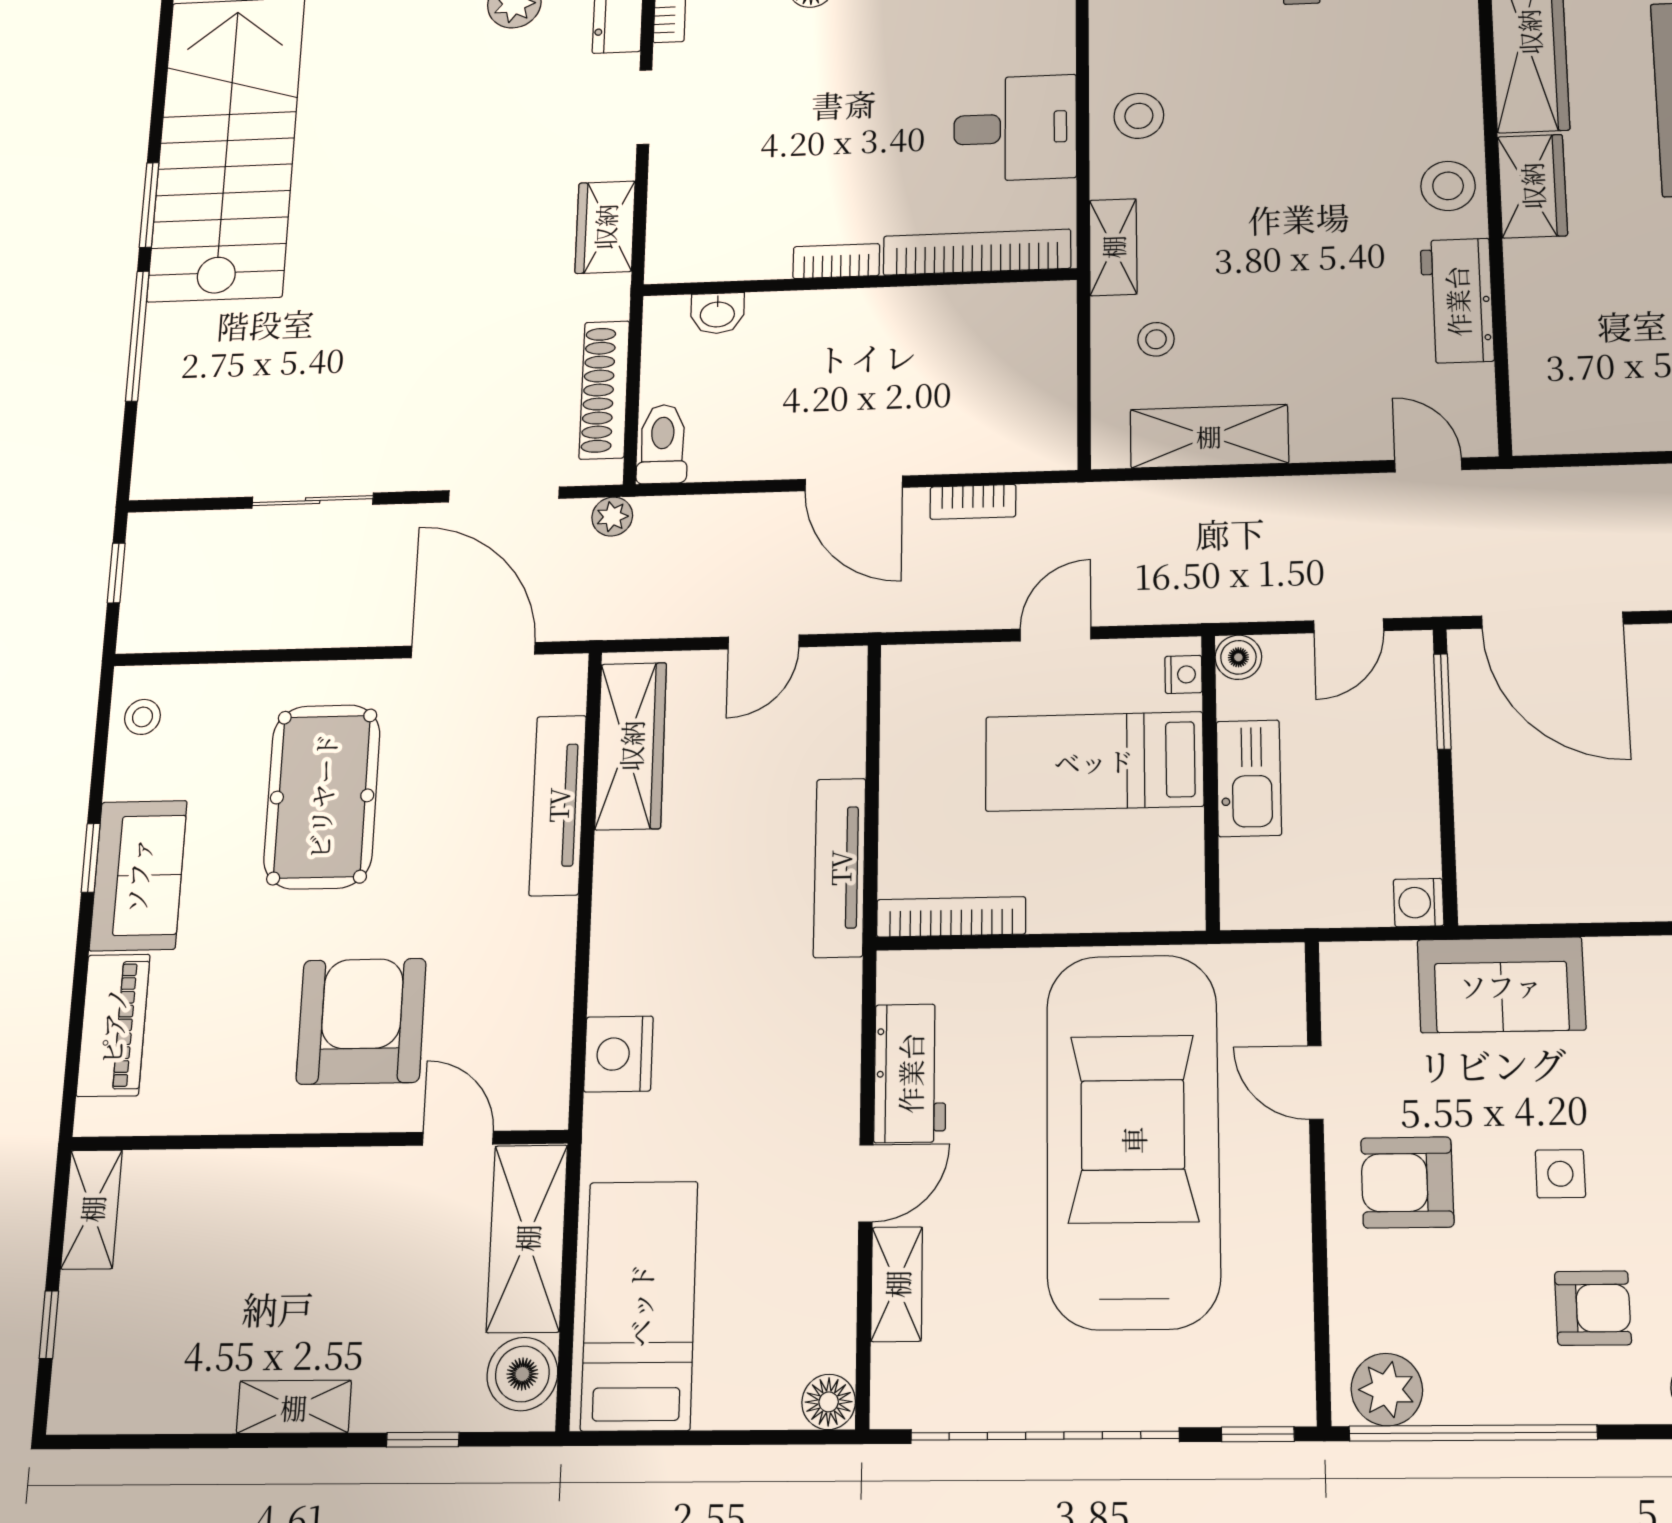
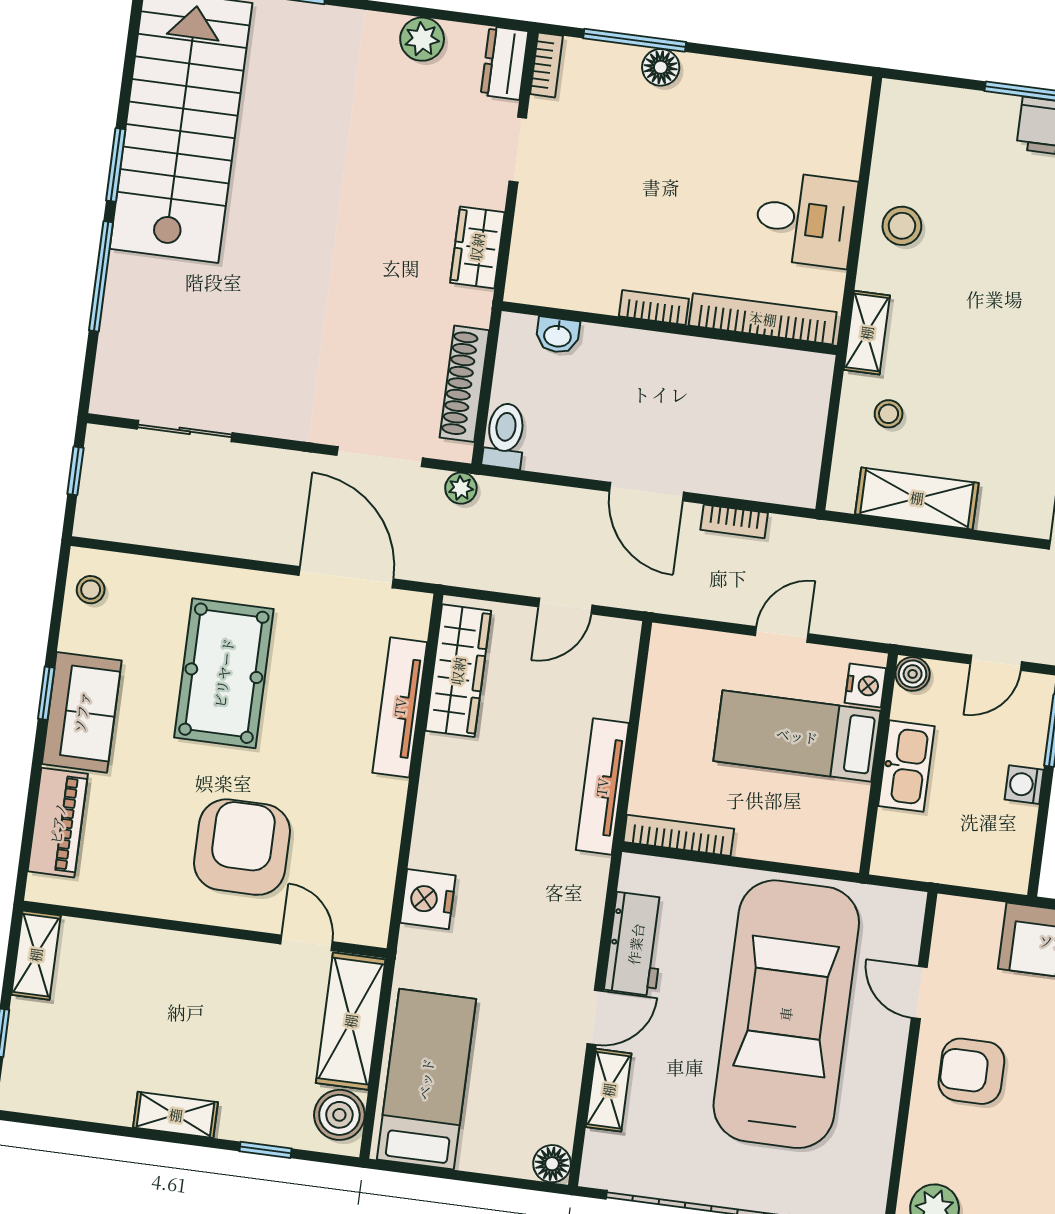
sliding door: (313, 501) -> (185, 431), moved
nightstand: (1184, 674) -> (865, 686), width x1.39, depth x1.35
washing machine: (1419, 903) -> (1024, 785), moved

